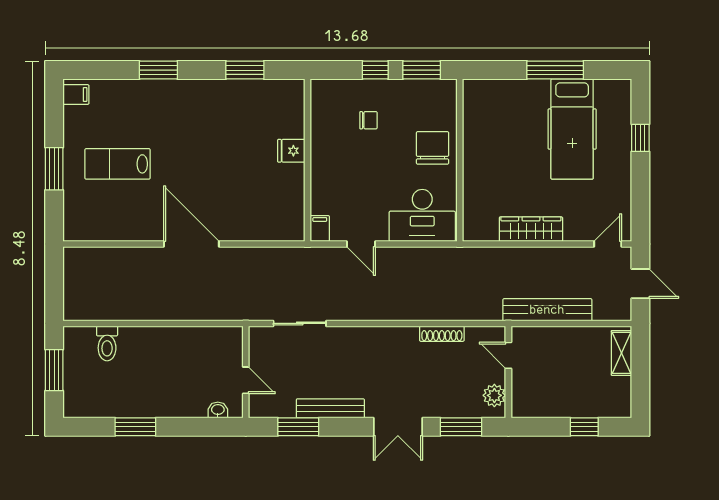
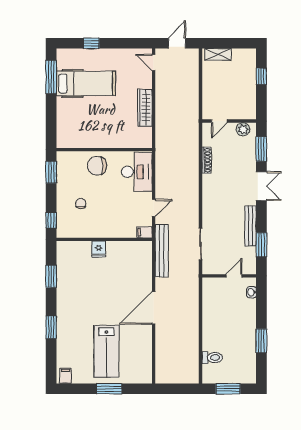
window: (375, 70) -> (51, 220), moved
window: (555, 70) -> (51, 77), moved
lab bench: (118, 164) -> (106, 351), width x1.36, depth x1.39
bench: (547, 310) -> (162, 251), moved

